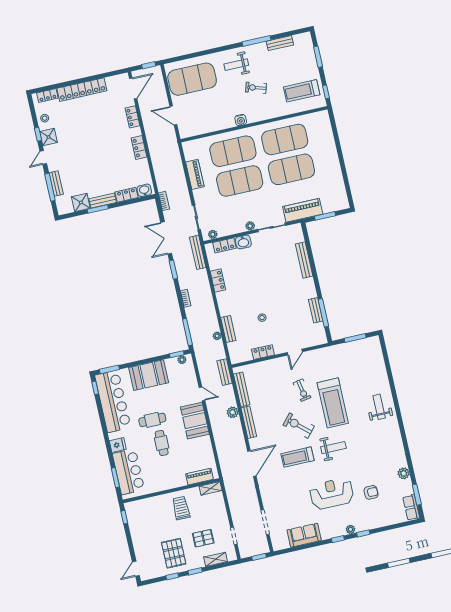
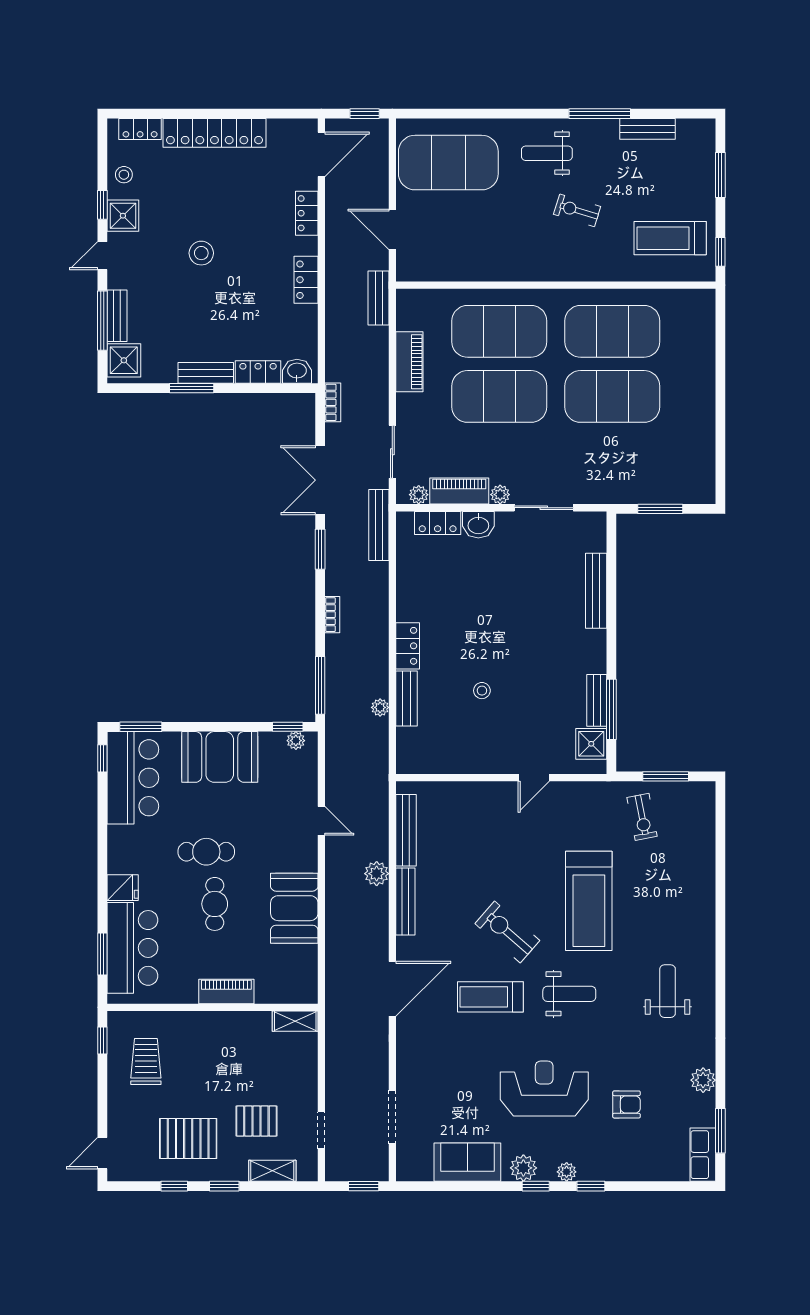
water cooler: (241, 120) -> (530, 270), removed
stool: (88, 146) -> (201, 253), added
shower: (81, 202) -> (124, 360), moved
piano: (303, 210) -> (459, 491), moved, width x0.73, depth x0.75
locker: (218, 280) -> (408, 646), moved
shower: (318, 331) -> (591, 744), added
locker: (263, 352) -> (468, 763), removed
bench: (225, 372) -> (379, 298), moved
exercise bike: (302, 390) -> (642, 817), moved
bar counter: (113, 401) -> (133, 778), width x0.73
weight bench: (379, 407) -> (668, 991), moved
booth: (195, 421) -> (294, 908), moved
piano: (200, 477) -> (226, 991), moved
trolley: (181, 508) -> (146, 1062), moved
plant: (330, 532) -> (523, 1168), added
pallet: (174, 553) -> (188, 1138), turned 90

